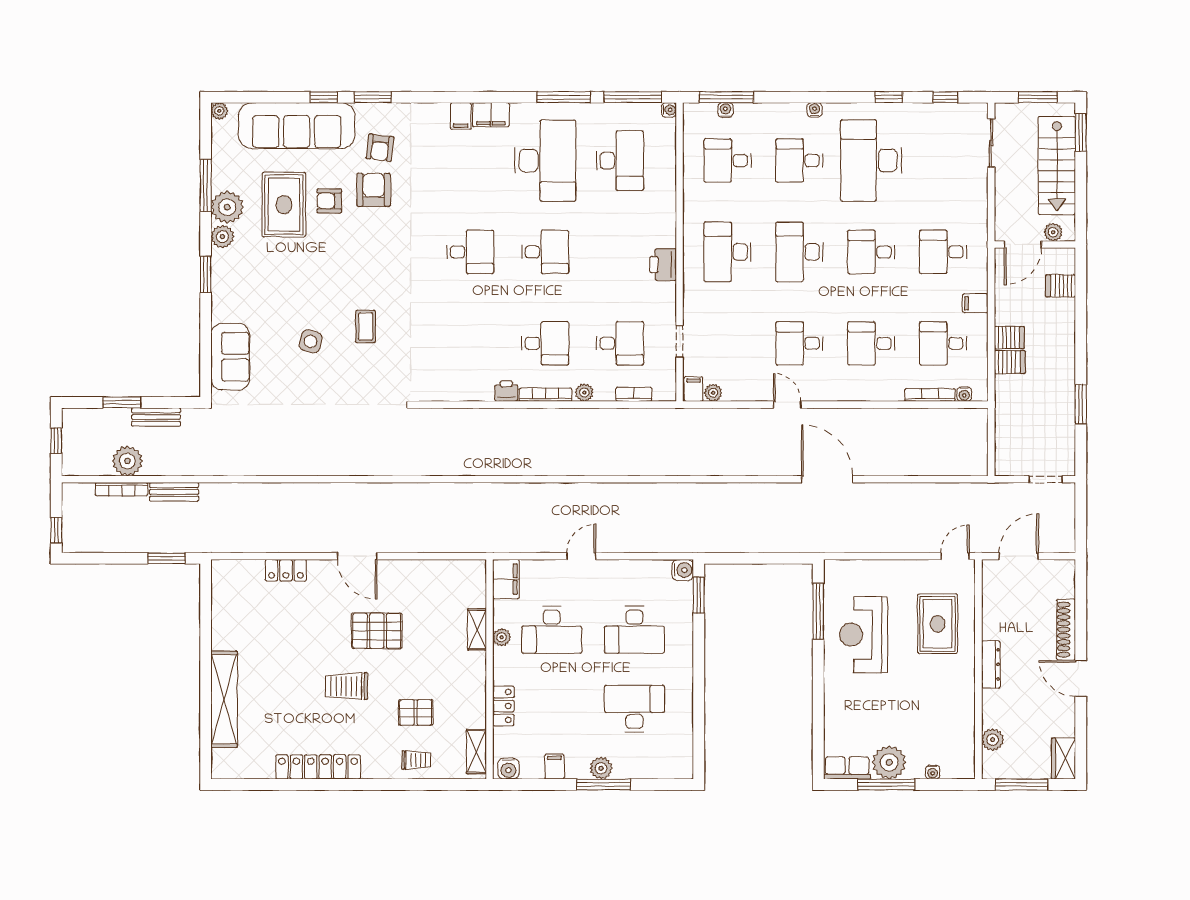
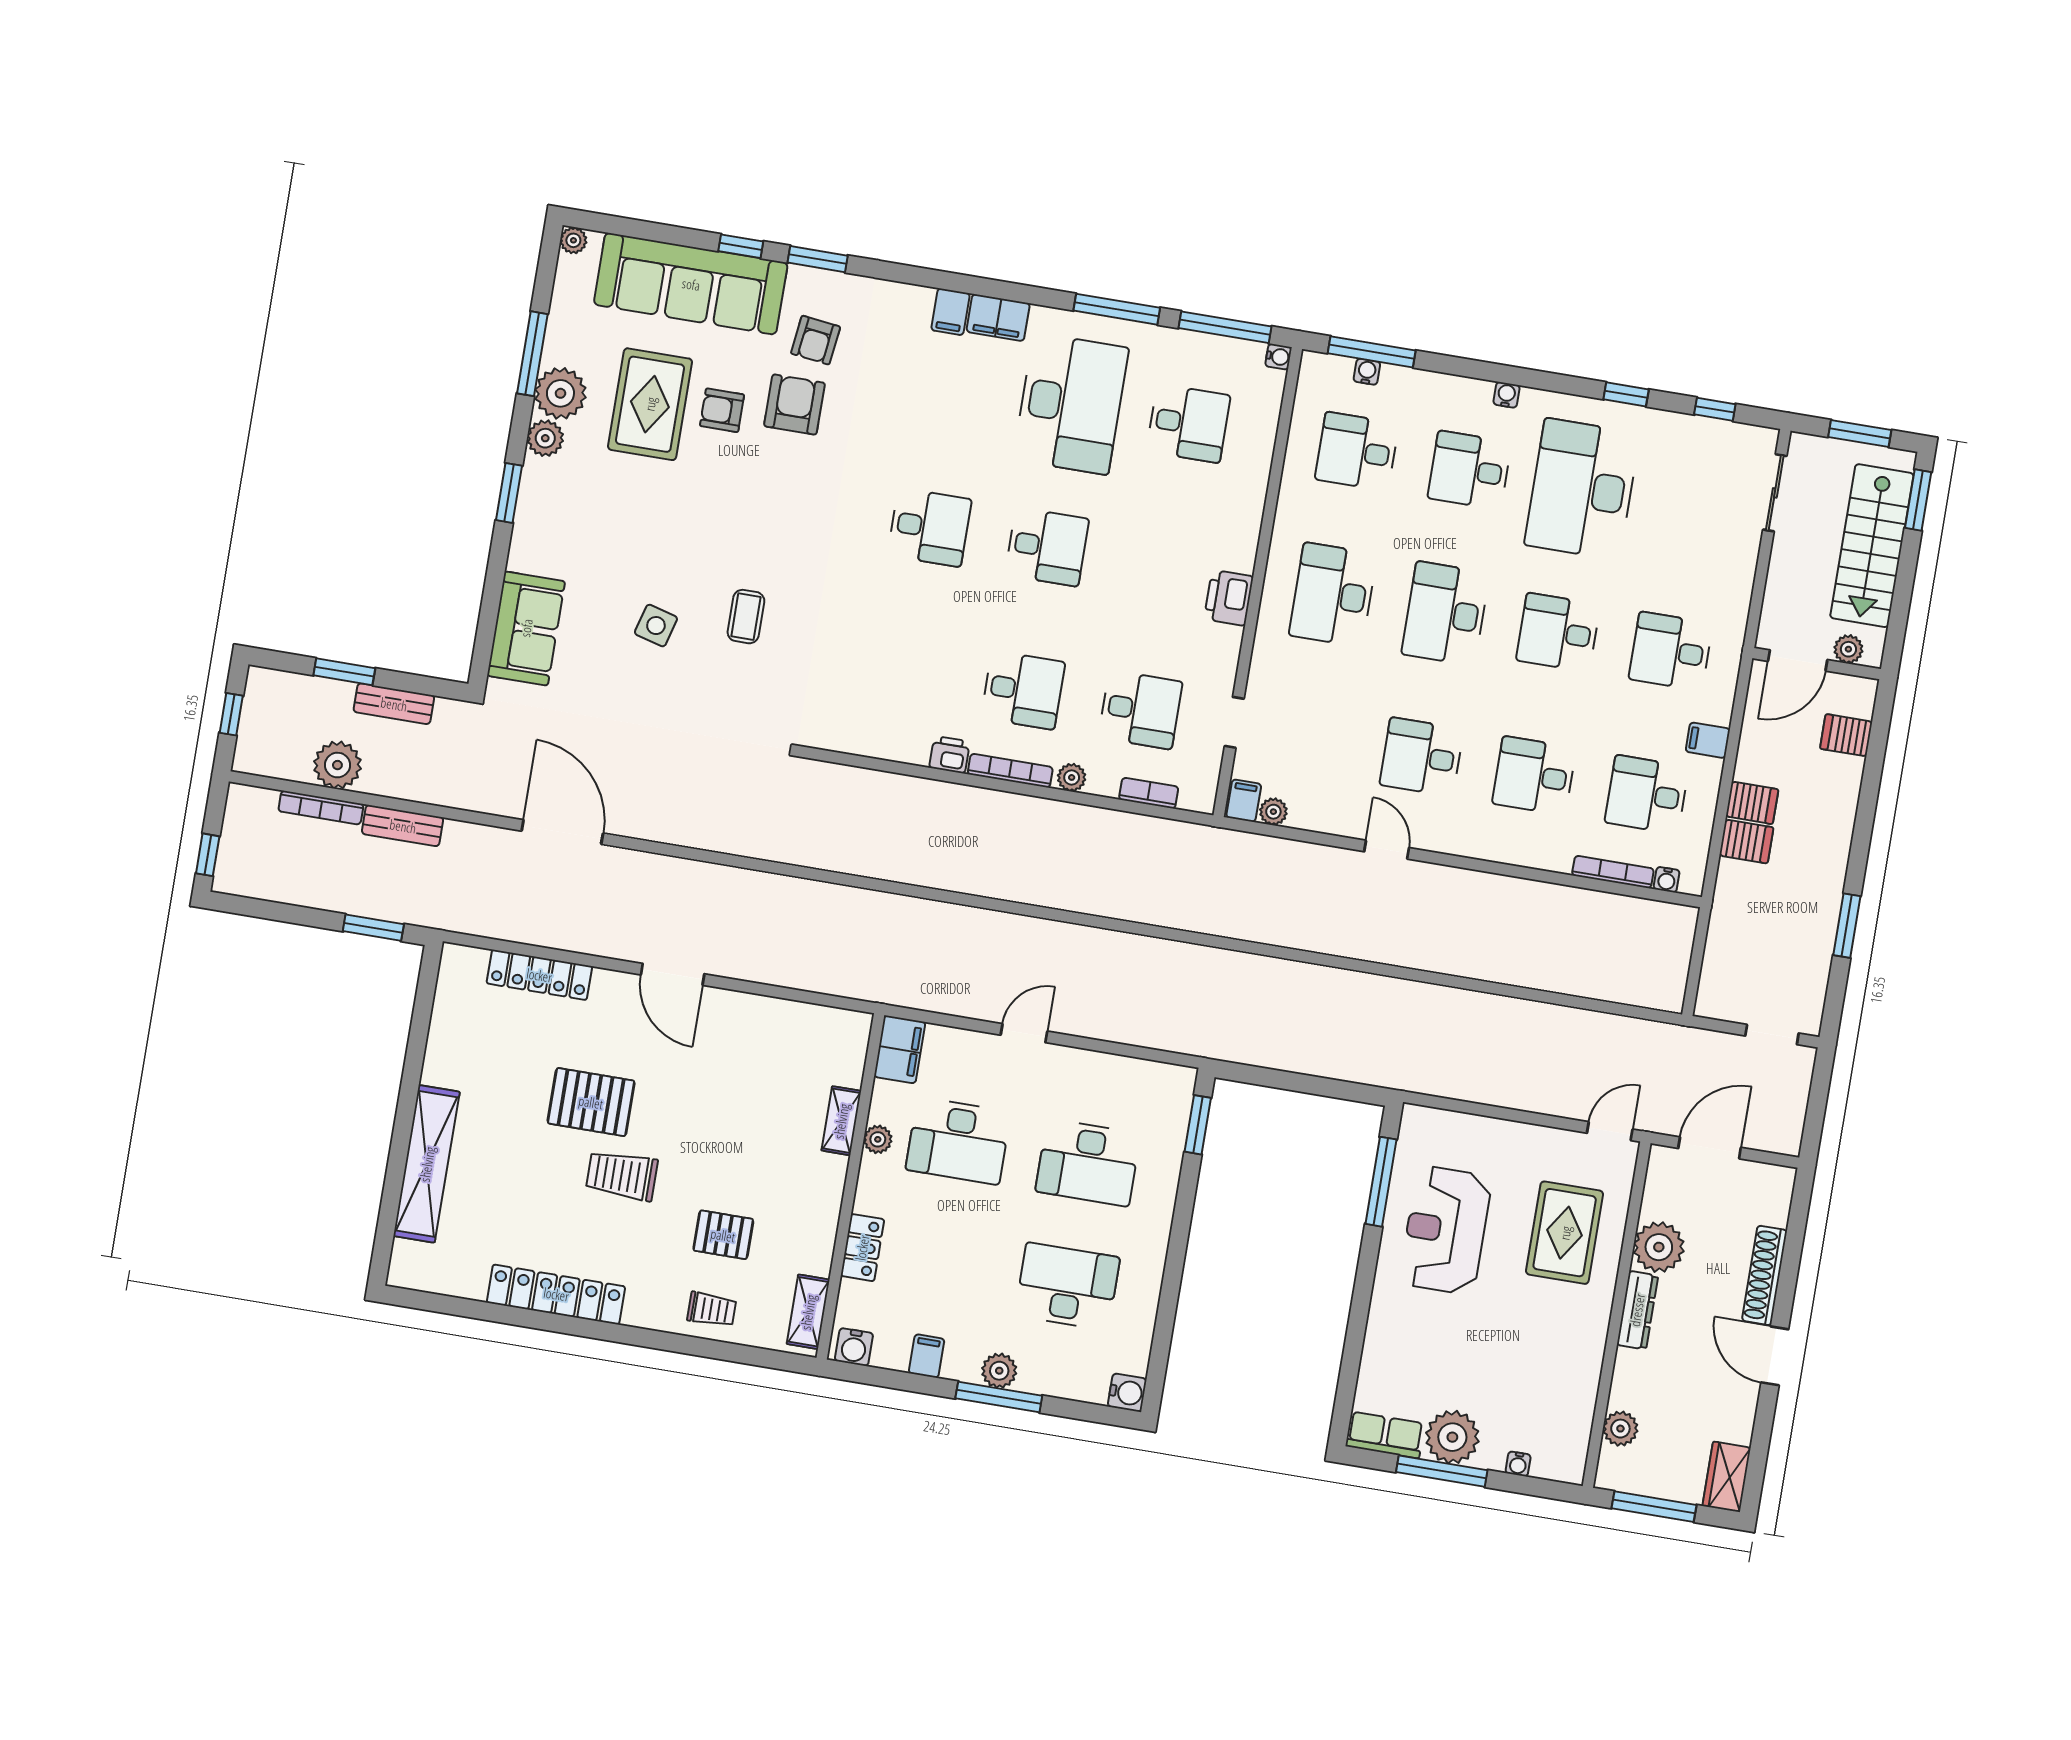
desk: (620, 161) -> (1188, 423), width x0.73
door: (827, 479) -> (563, 832), moved
locker: (286, 570) -> (539, 975), width x1.53
water cooler: (683, 570) -> (1127, 1393), moved
plant: (998, 623) -> (1659, 1247), added
pallet: (377, 631) -> (591, 1102), moved

